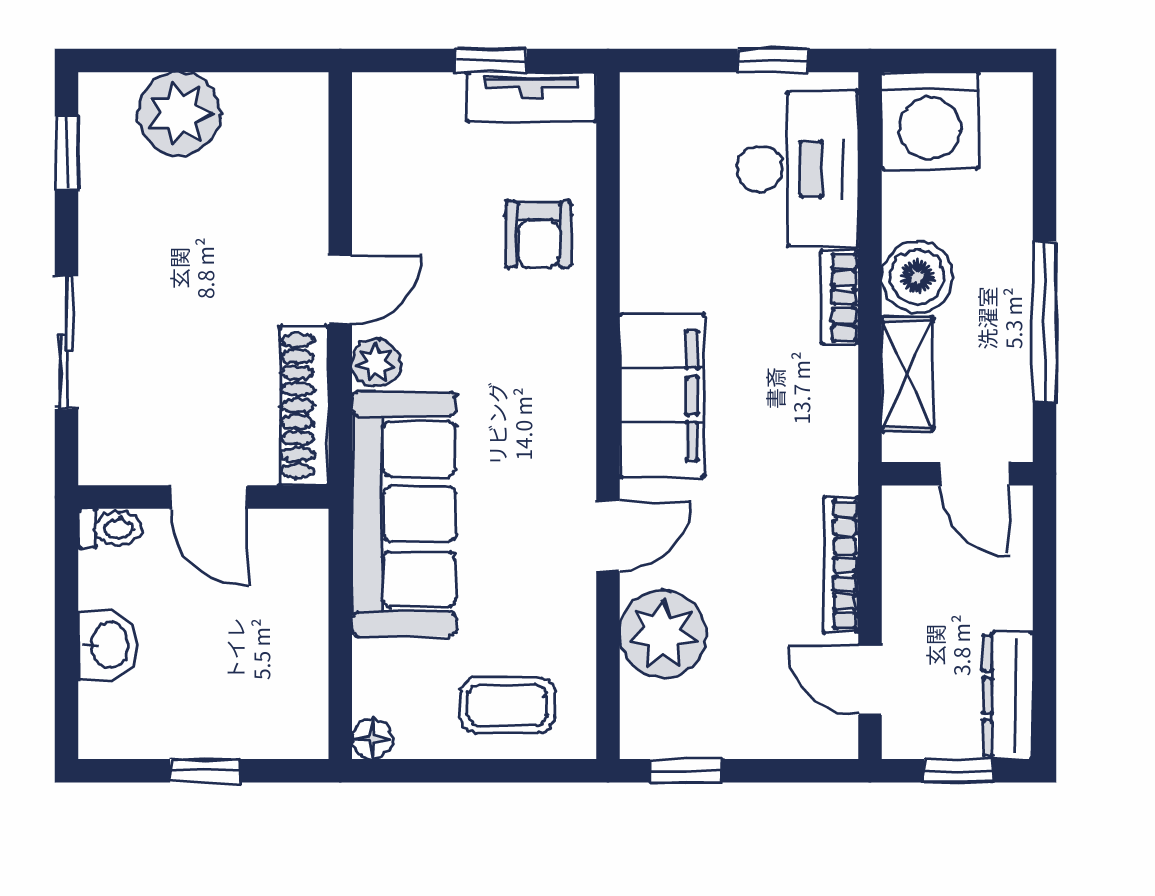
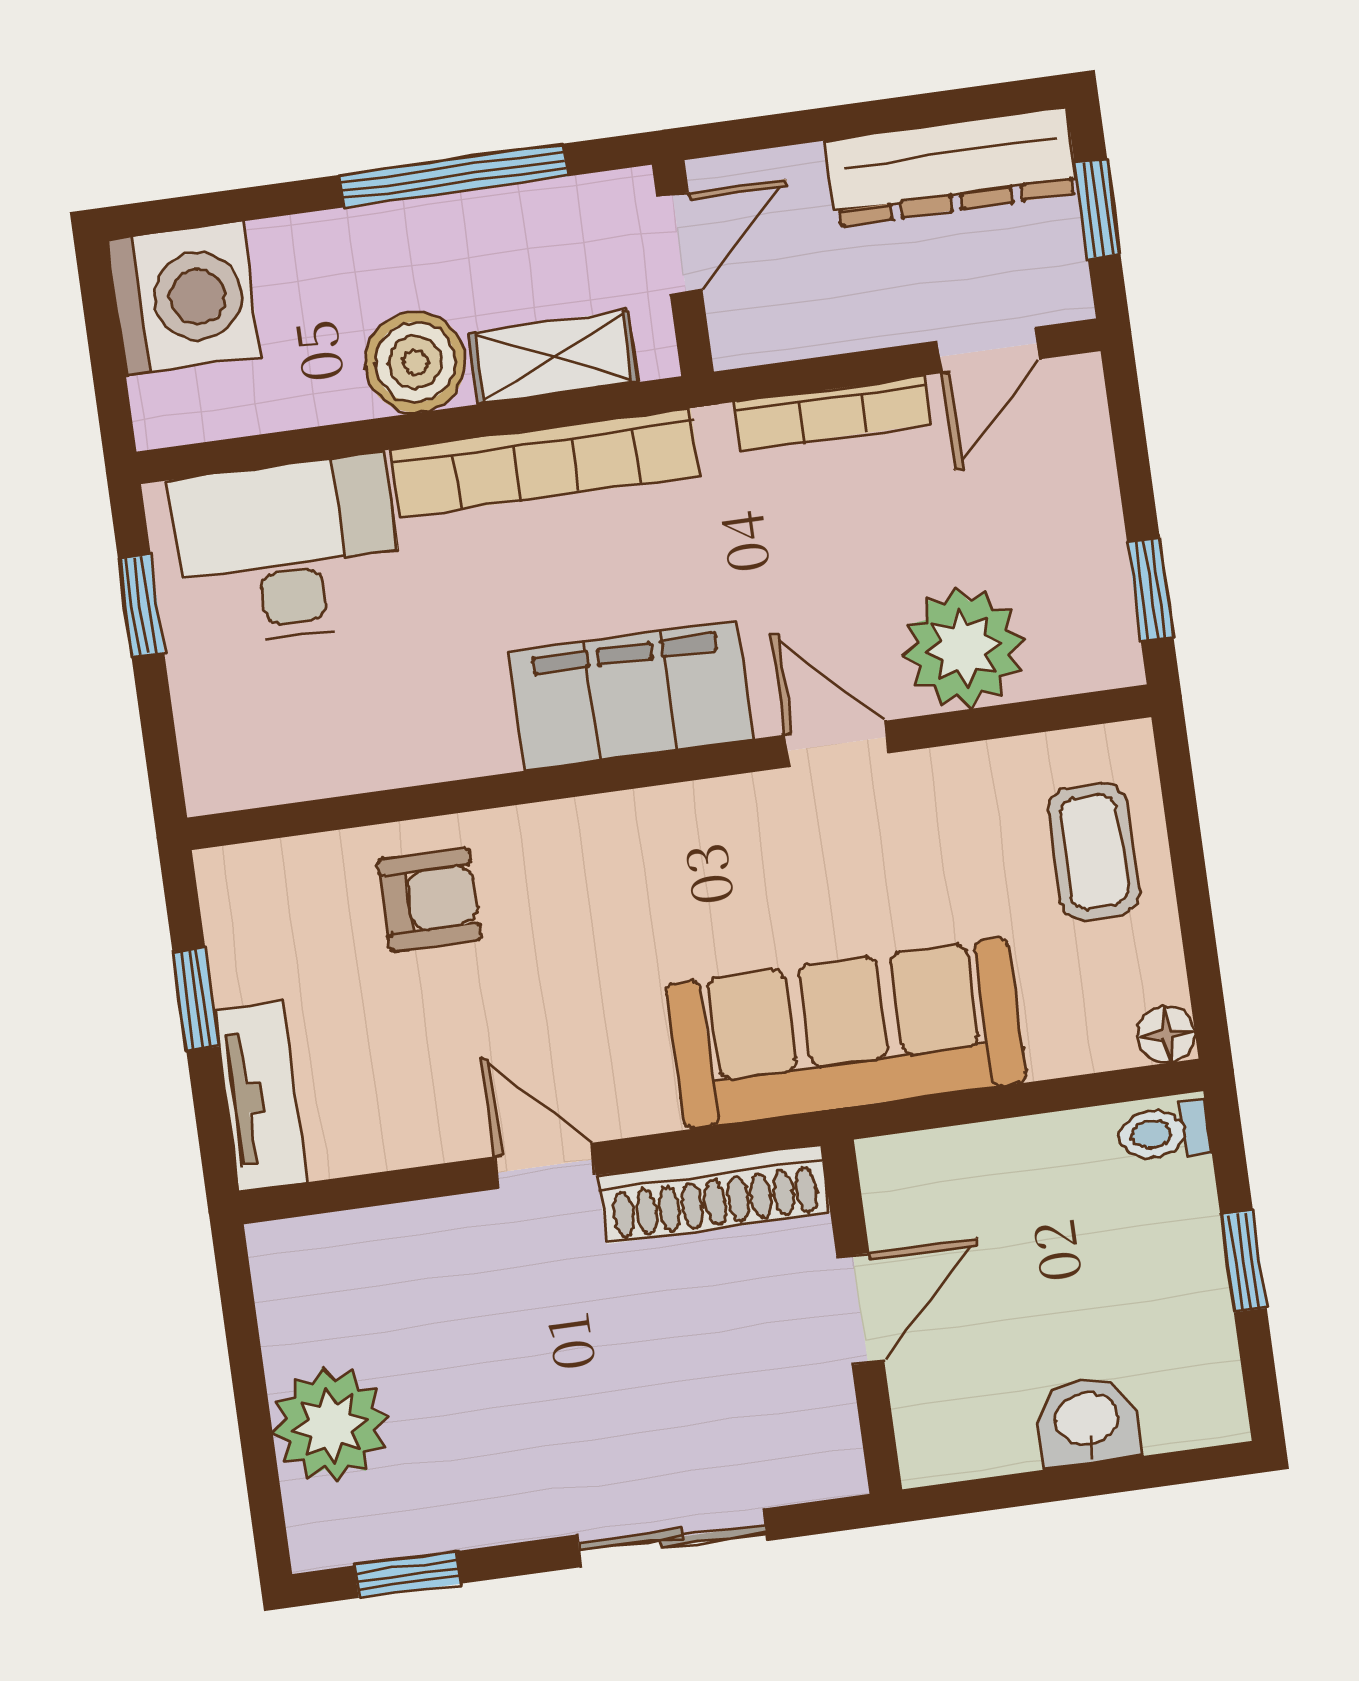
tv unit: (531, 97) -> (261, 1096), moved
washing machine: (930, 121) -> (184, 298), moved
bookcase: (840, 297) -> (545, 463), width x2.31, depth x1.31
plant: (376, 363) -> (640, 1102), removed
toilet: (110, 528) -> (1164, 1132), moved, turned -90
dresser: (1008, 696) -> (952, 167), width x1.37, depth x1.24

